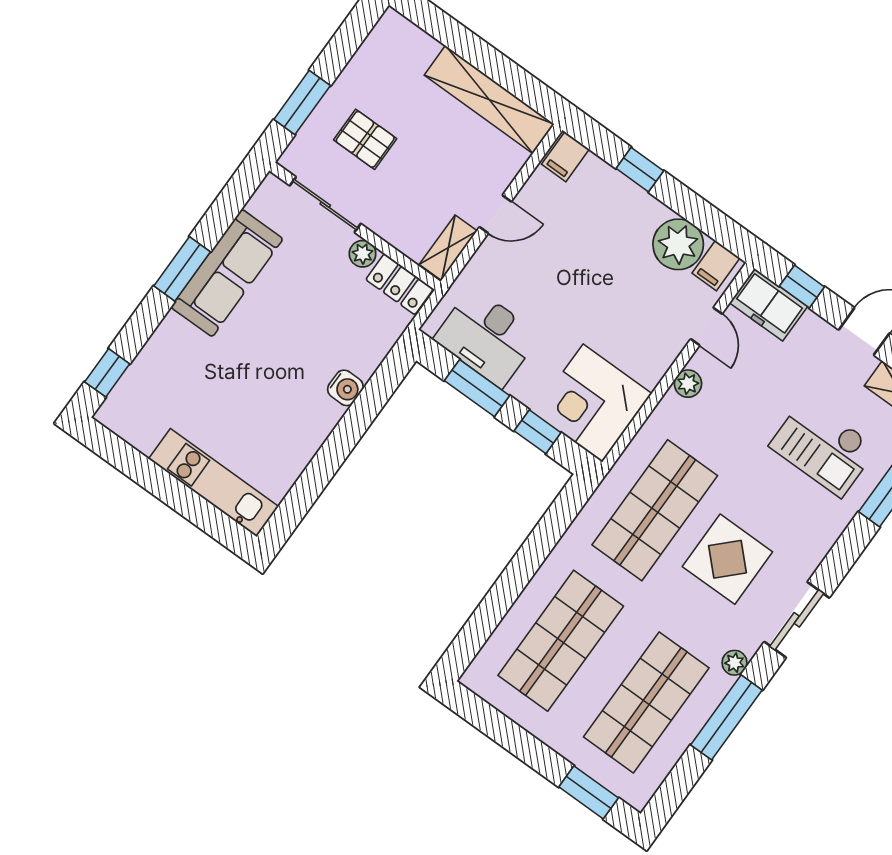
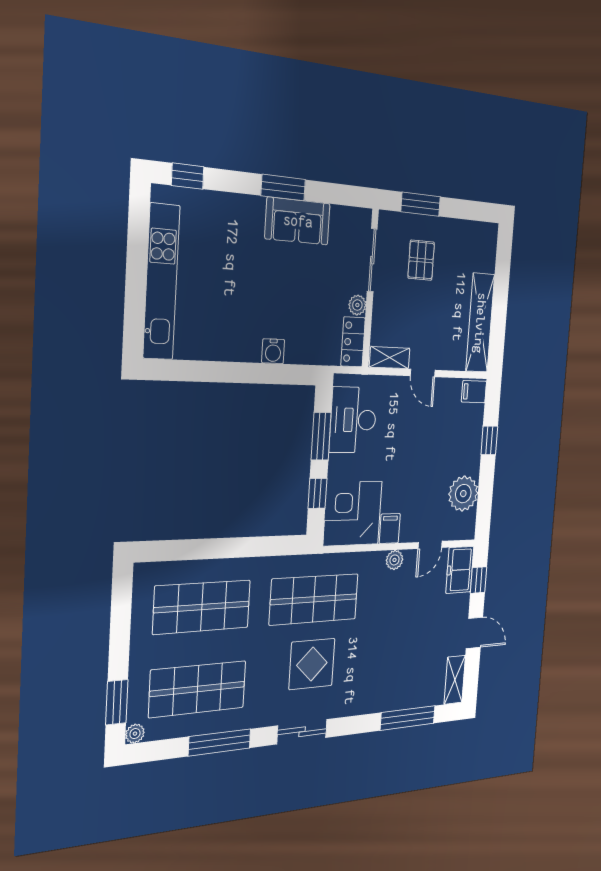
filing cabinet: (716, 266) -> (390, 529), moved, turned 90
sofa: (227, 273) -> (298, 221), width x0.73
checkout: (823, 447) -> (404, 663), removed
kitchen unit: (214, 483) -> (161, 282), width x1.36
plant: (735, 663) -> (135, 734), moved

